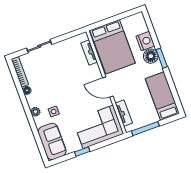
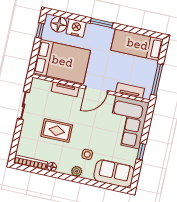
window: (126, 15) -> (40, 31), added
sliding door: (39, 46) -> (23, 105), moved
tv unit: (89, 53) -> (65, 89), moved
floor lamp: (151, 56) -> (59, 24), moved
rug: (57, 76) -> (57, 131), added

